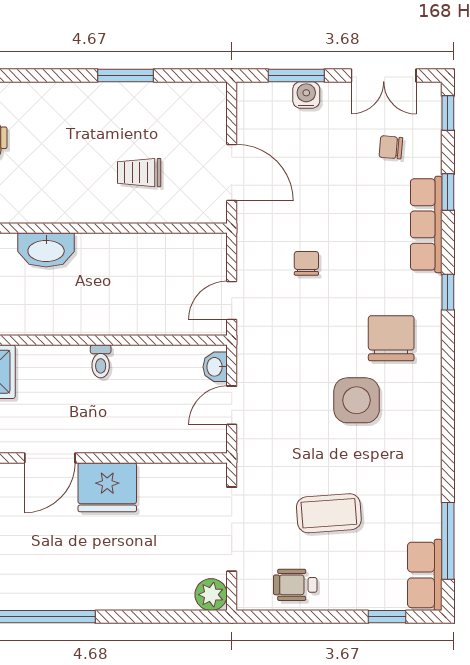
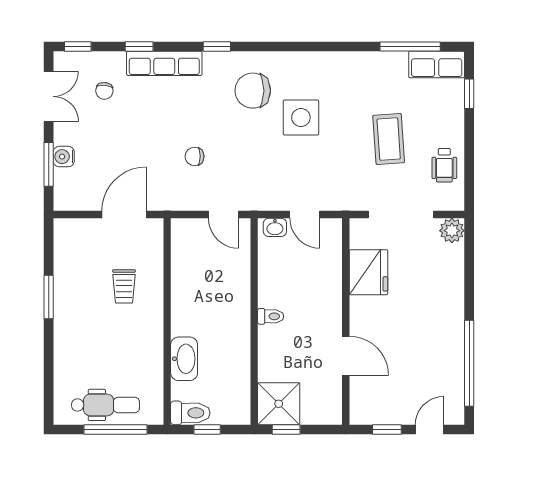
fridge: (107, 487) -> (368, 272), moved

